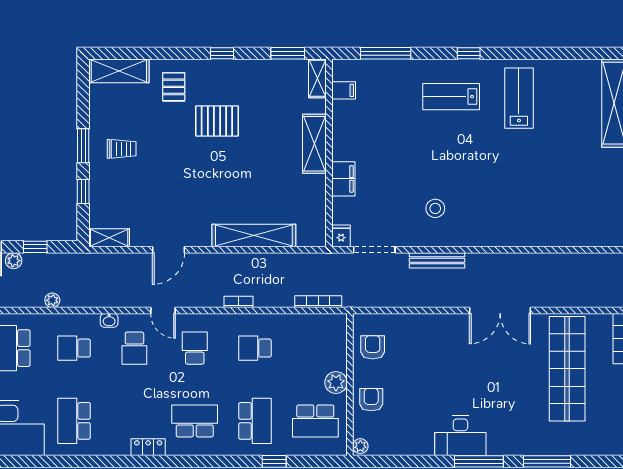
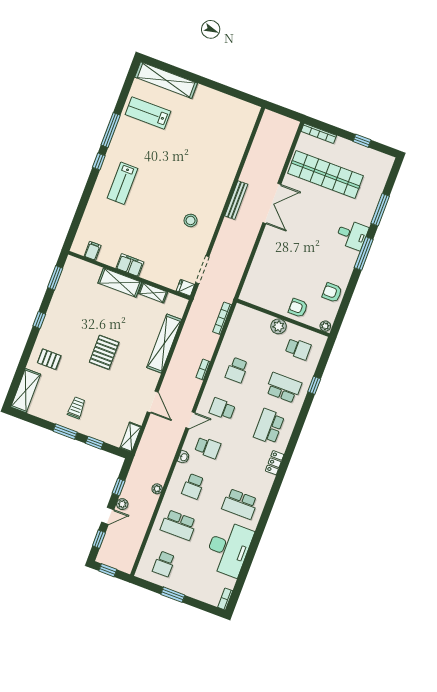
window: (386, 53) -> (111, 130), moved
shelving: (317, 78) -> (153, 293), moved
lab bench: (519, 98) -> (148, 113), moved
pallet: (217, 121) -> (104, 352), moved
filing cabinet: (343, 179) -> (130, 265), moved
bench: (437, 260) -> (236, 200), moved
armchair: (373, 347) -> (332, 293), moved
school desk: (315, 421) -> (298, 349), width x0.54
desk: (460, 436) -> (352, 235), moved, width x0.73

